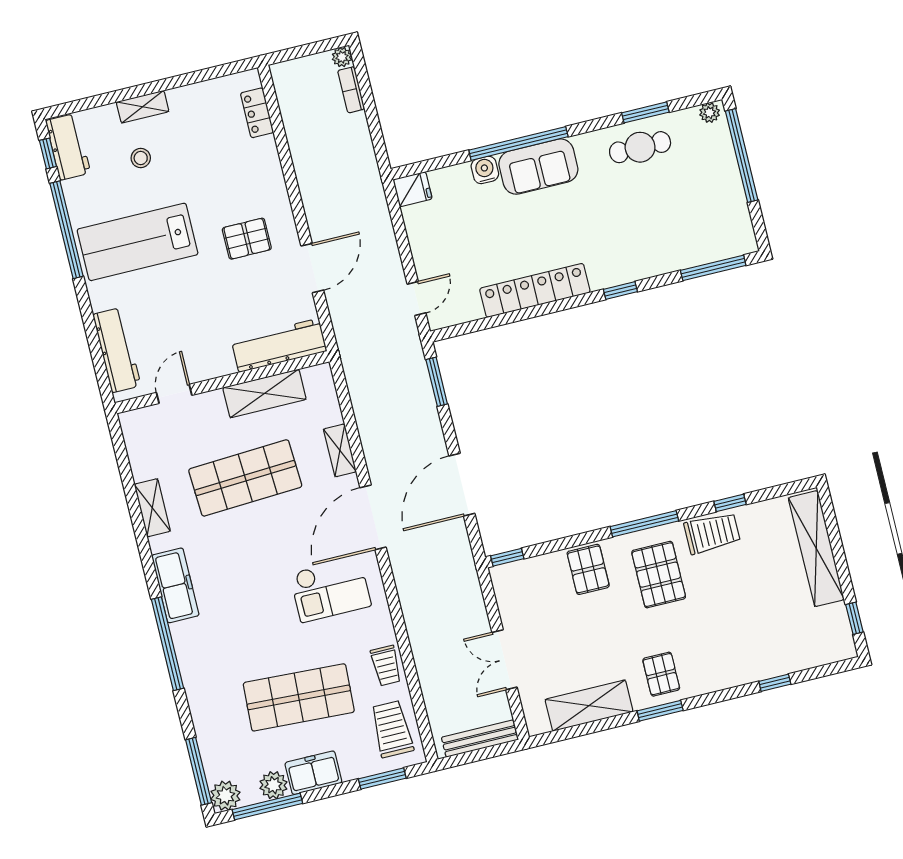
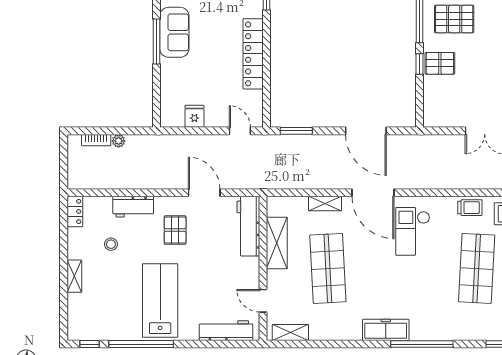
plant: (342, 57) -> (119, 141), moved
locker: (257, 113) -> (75, 211), moved, turned -90
window: (518, 143) -> (156, 41), width x0.68
workbench: (68, 147) -> (133, 207), moved, turned 180
stool: (141, 158) -> (111, 244), moved
water cooler: (485, 170) -> (168, 67), removed
fridge: (413, 189) -> (194, 116), moved
lab bench: (138, 242) -> (160, 300), turned 180
shelving: (152, 508) -> (290, 333), moved
window: (507, 557) -> (419, 64), moved
checkout: (330, 590) -> (413, 231), turned 180

